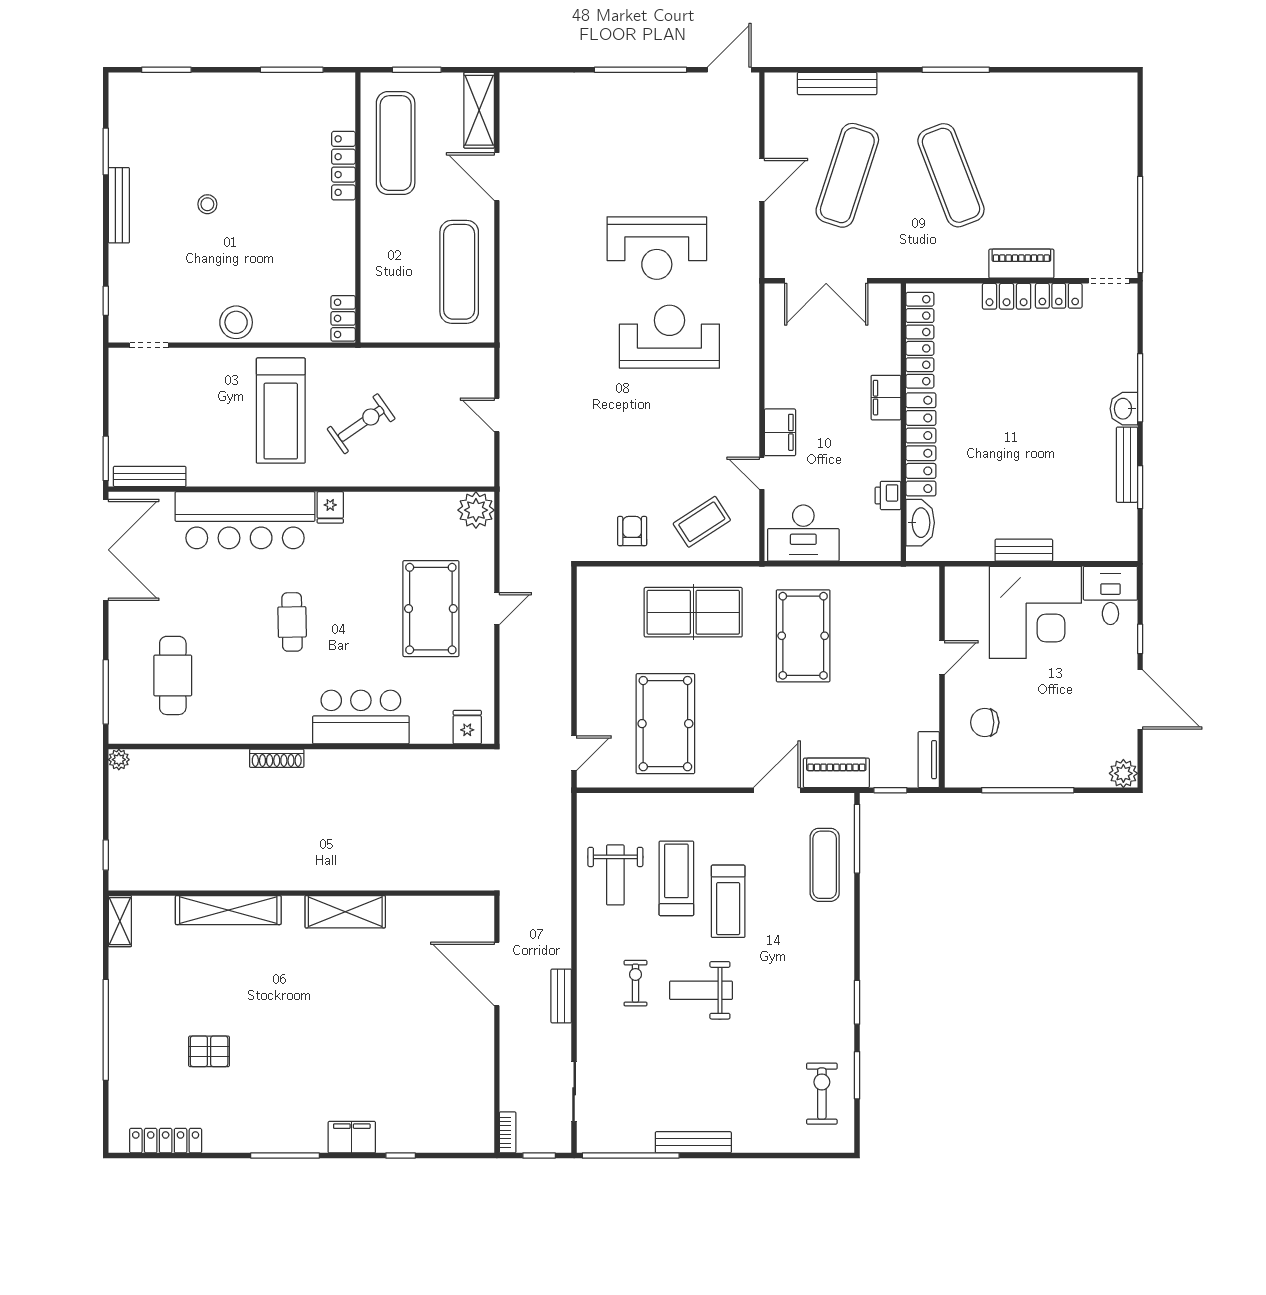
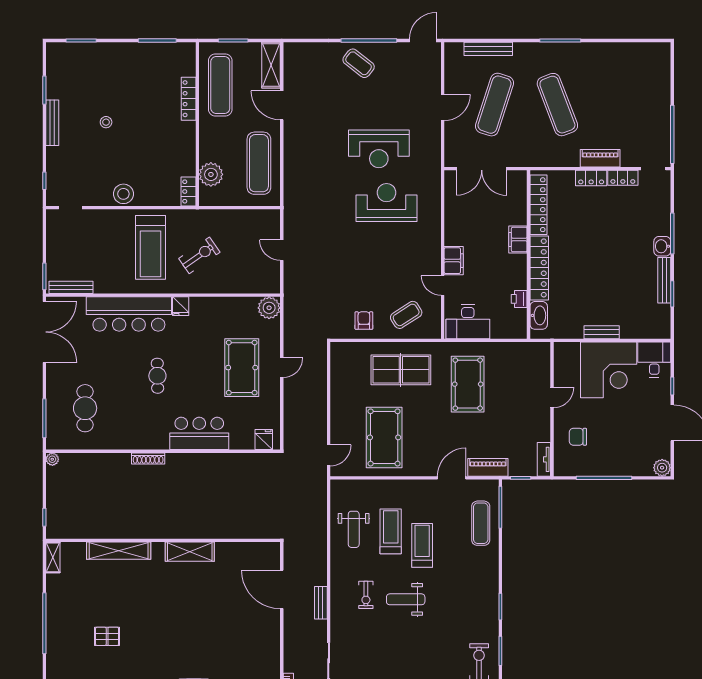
coffee table: (623, 107) -> (359, 63), added
plant: (380, 290) -> (211, 174), added
treadmill: (728, 901) -> (422, 545), turned 180
exercise bike: (635, 983) -> (366, 595), turned 180

